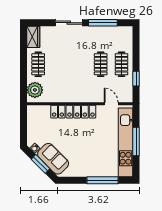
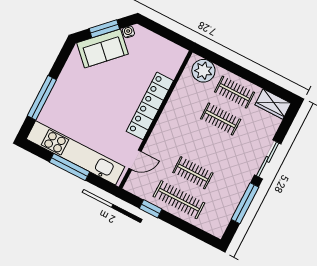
clothes rail: (59, 64) -> (221, 119), added
clothes rail: (122, 64) -> (179, 200), width x1.36

